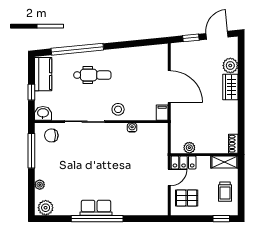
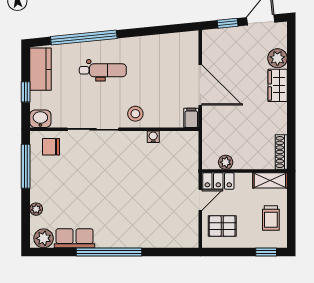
shoe rack: (233, 144) -> (281, 152), width x1.43
row of seats: (96, 208) -> (75, 238), moved

